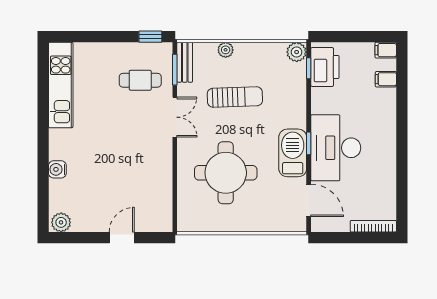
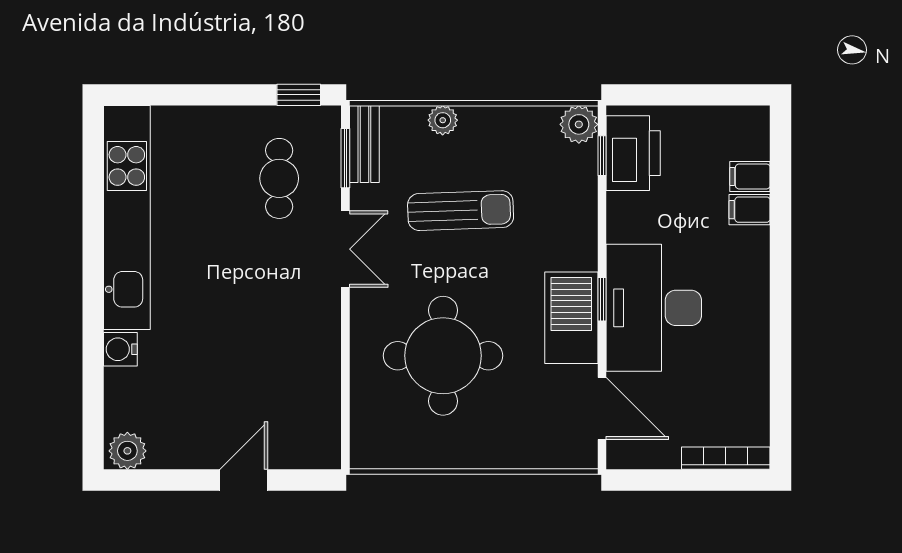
filing cabinet: (386, 50) -> (750, 210), moved
cafe table: (140, 80) -> (279, 178), turned 90
kitchen unit: (61, 85) -> (127, 218), width x1.36

